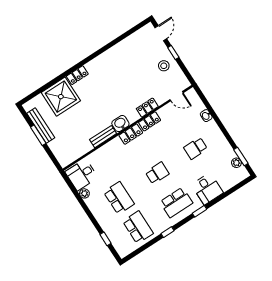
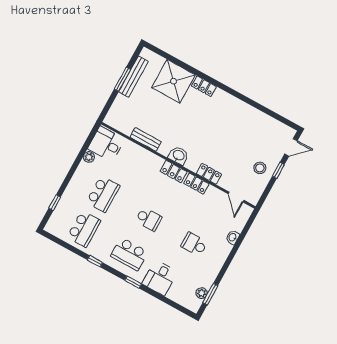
bench: (103, 137) -> (146, 139), moved

